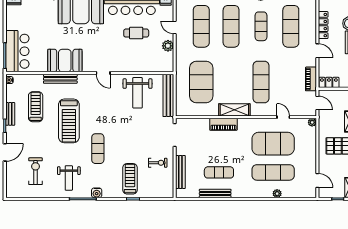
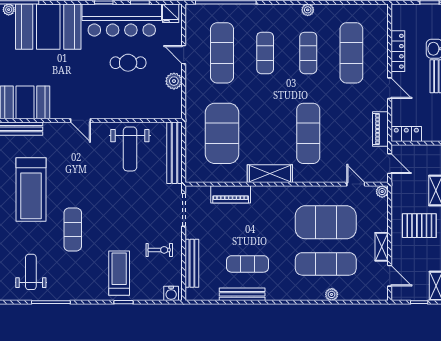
exercise mat: (231, 26) -> (265, 53), width x0.73, depth x0.69
door: (283, 117) -> (356, 184), moved
piano: (223, 124) -> (231, 194), moved
shelving: (312, 161) -> (382, 247), added
weight bench: (69, 178) -> (31, 272), turned 180
water cooler: (97, 193) -> (171, 293), moved

